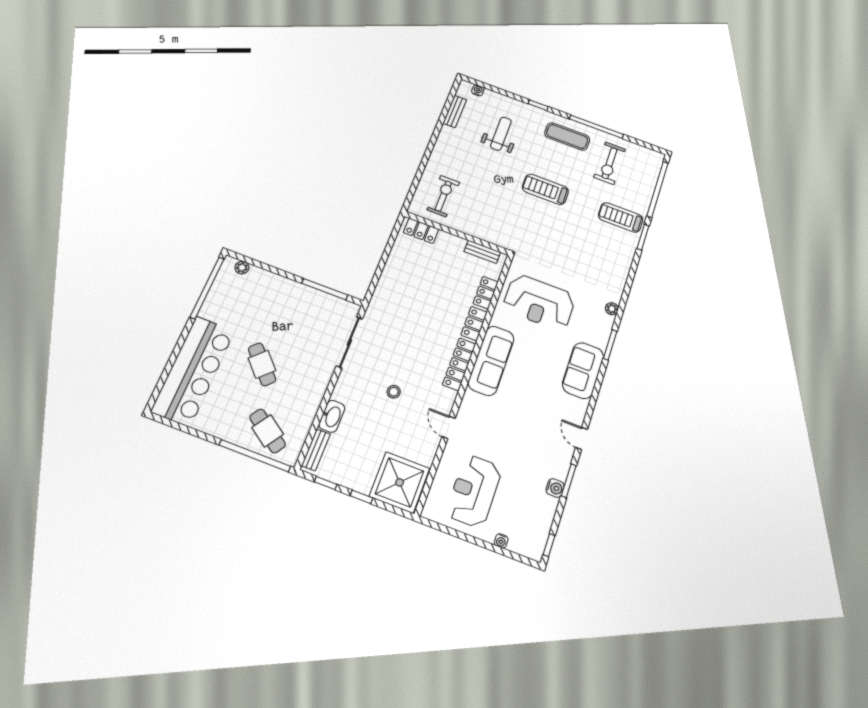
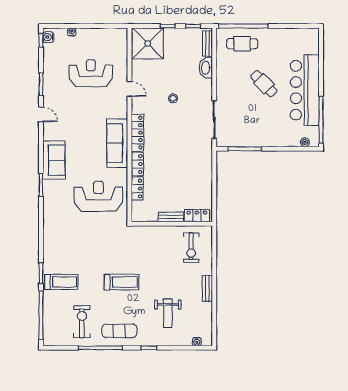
bench: (455, 111) -> (207, 288), moved
bench: (482, 252) -> (171, 217), moved
plant: (612, 309) -> (47, 211), removed
bar counter: (193, 371) -> (305, 90), moved
cafe table: (268, 431) -> (242, 44), turned -34
water cooler: (555, 488) -> (48, 37), moved
reception desk: (474, 491) -> (91, 73), moved, turned -90

